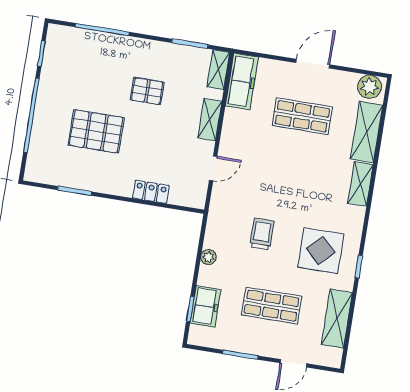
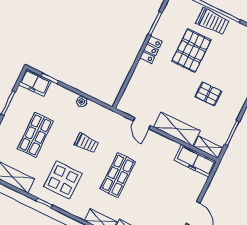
pallet: (147, 91) -> (208, 94), turned 90
trolley: (49, 115) -> (213, 21), added
shop shelf: (302, 116) -> (118, 175), moved
shelving: (210, 120) -> (177, 129), width x1.50, depth x1.33
locker: (151, 192) -> (151, 50), moved
freezer: (205, 306) -> (35, 83), moved

